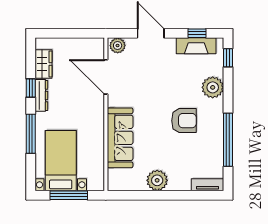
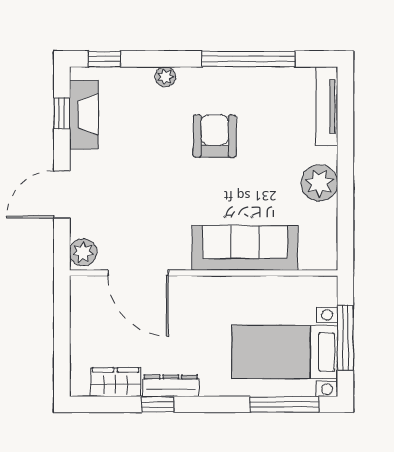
door: (106, 77) -> (138, 273), hinge flipped
plant: (213, 87) -> (165, 77), width x0.53, depth x0.53
window: (31, 134) -> (284, 404), moved
tv unit: (207, 185) -> (327, 106), width x1.41

